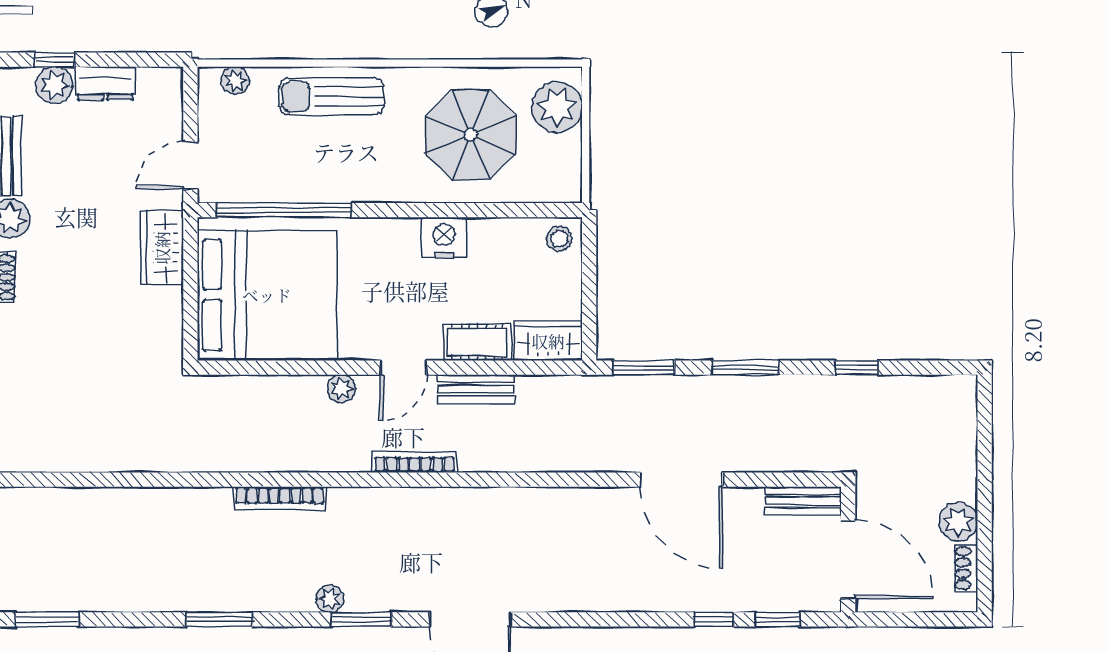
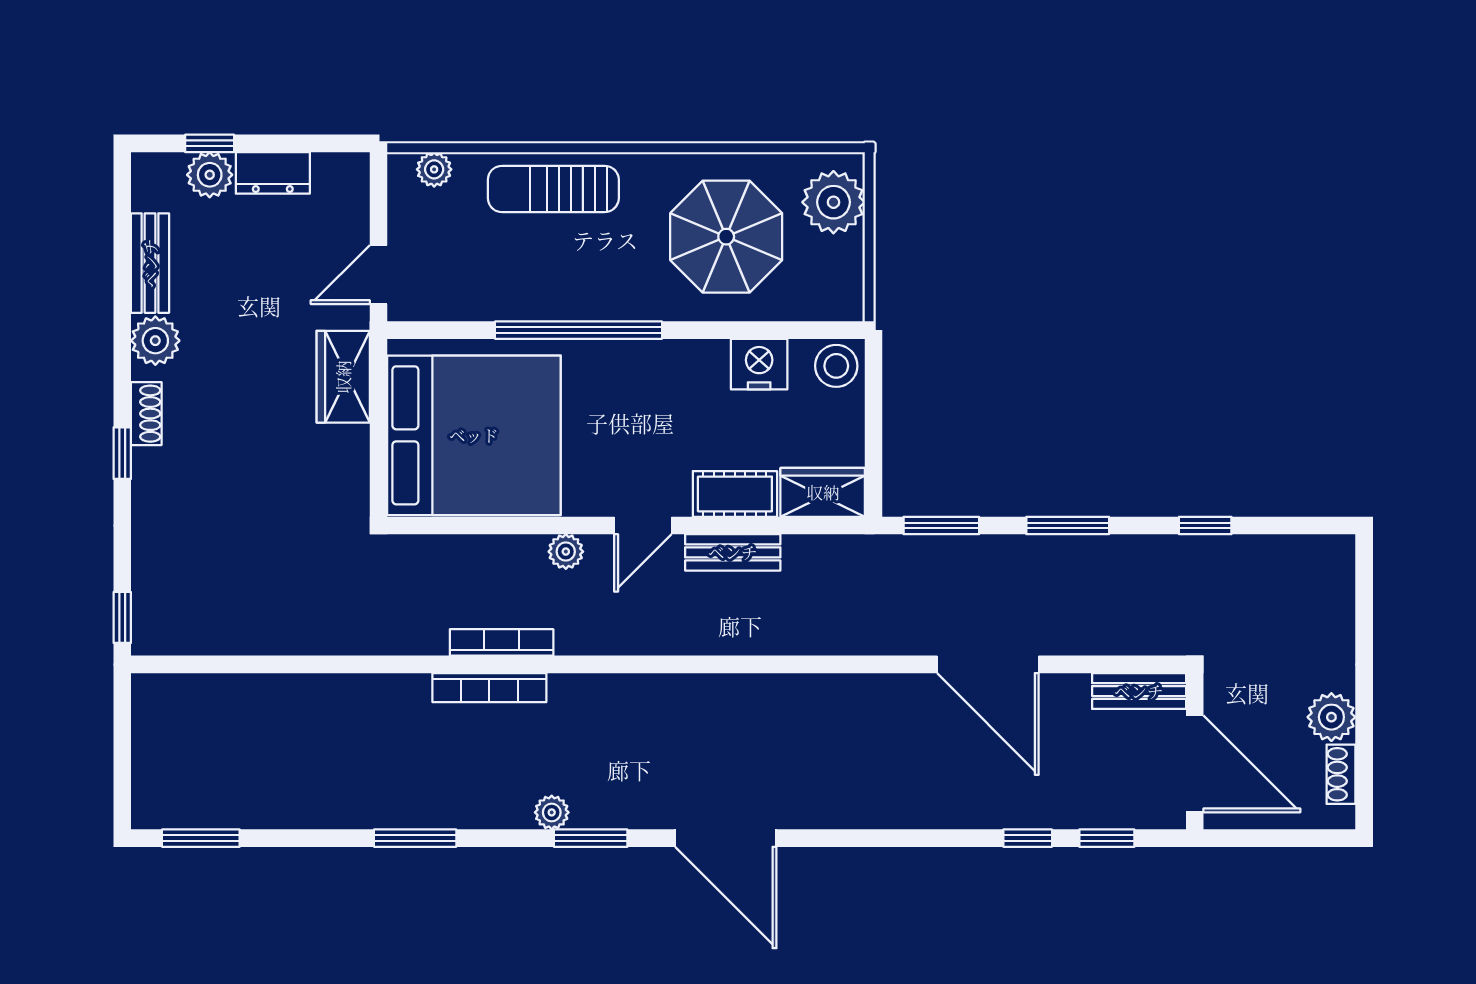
window: (284, 210) -> (579, 330), moved
nightstand: (444, 238) -> (759, 364), moved
stool: (559, 239) -> (836, 366), width x1.37, depth x1.37
bookcase: (415, 462) -> (502, 642), moved

